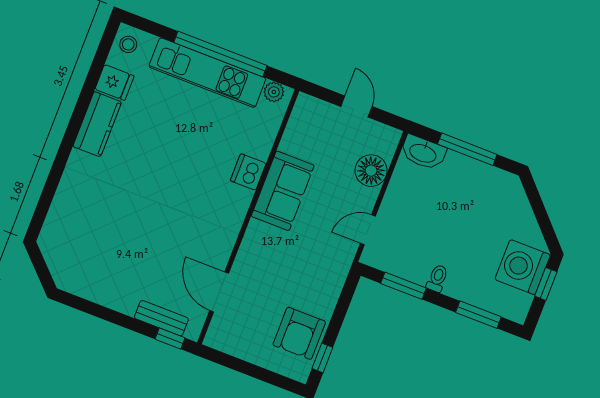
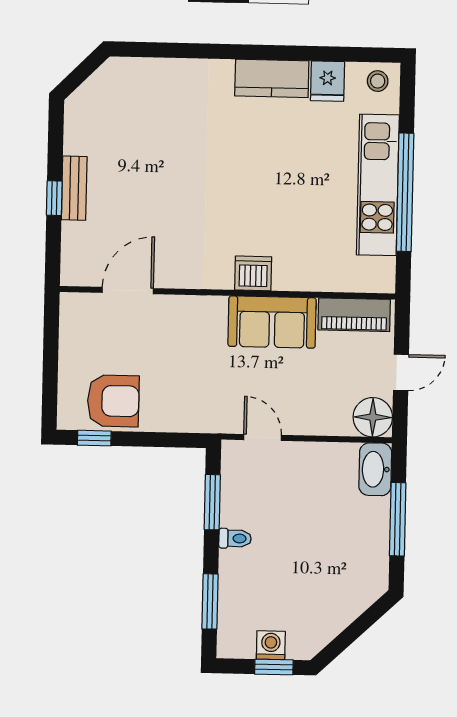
plant: (274, 92) -> (383, 270), removed
piano: (300, 126) -> (354, 315), added
floor lamp: (371, 171) -> (373, 417), moved
dishwasher: (248, 172) -> (253, 273), moved
washing machine: (523, 267) -> (271, 645), width x0.53, depth x0.53
bench: (161, 318) -> (74, 188), moved
armchair: (299, 333) -> (113, 401), turned 180
window: (170, 339) -> (54, 198), moved

